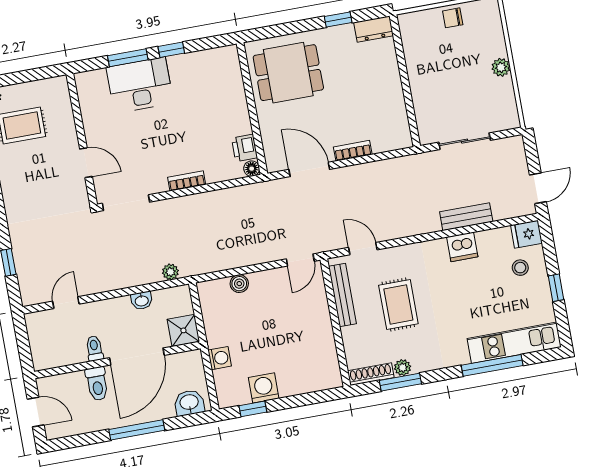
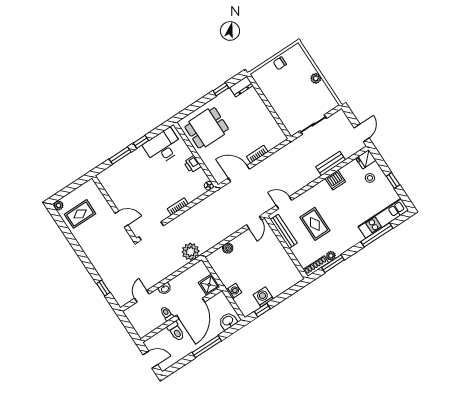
desk: (140, 85) -> (163, 147), moved
printer: (245, 148) -> (192, 164), moved
plant: (170, 272) -> (191, 252), width x1.87, depth x1.87
washbasin: (142, 300) -> (165, 289), moved

